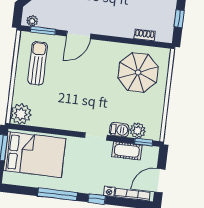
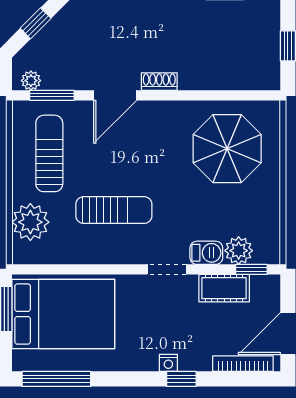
shoe rack: (145, 35) -> (159, 82), moved
sun lounger: (70, 99) -> (114, 210), added
plant: (21, 114) -> (30, 222), moved
nightstand: (109, 191) -> (168, 363), moved
window: (57, 194) -> (56, 379), moved

